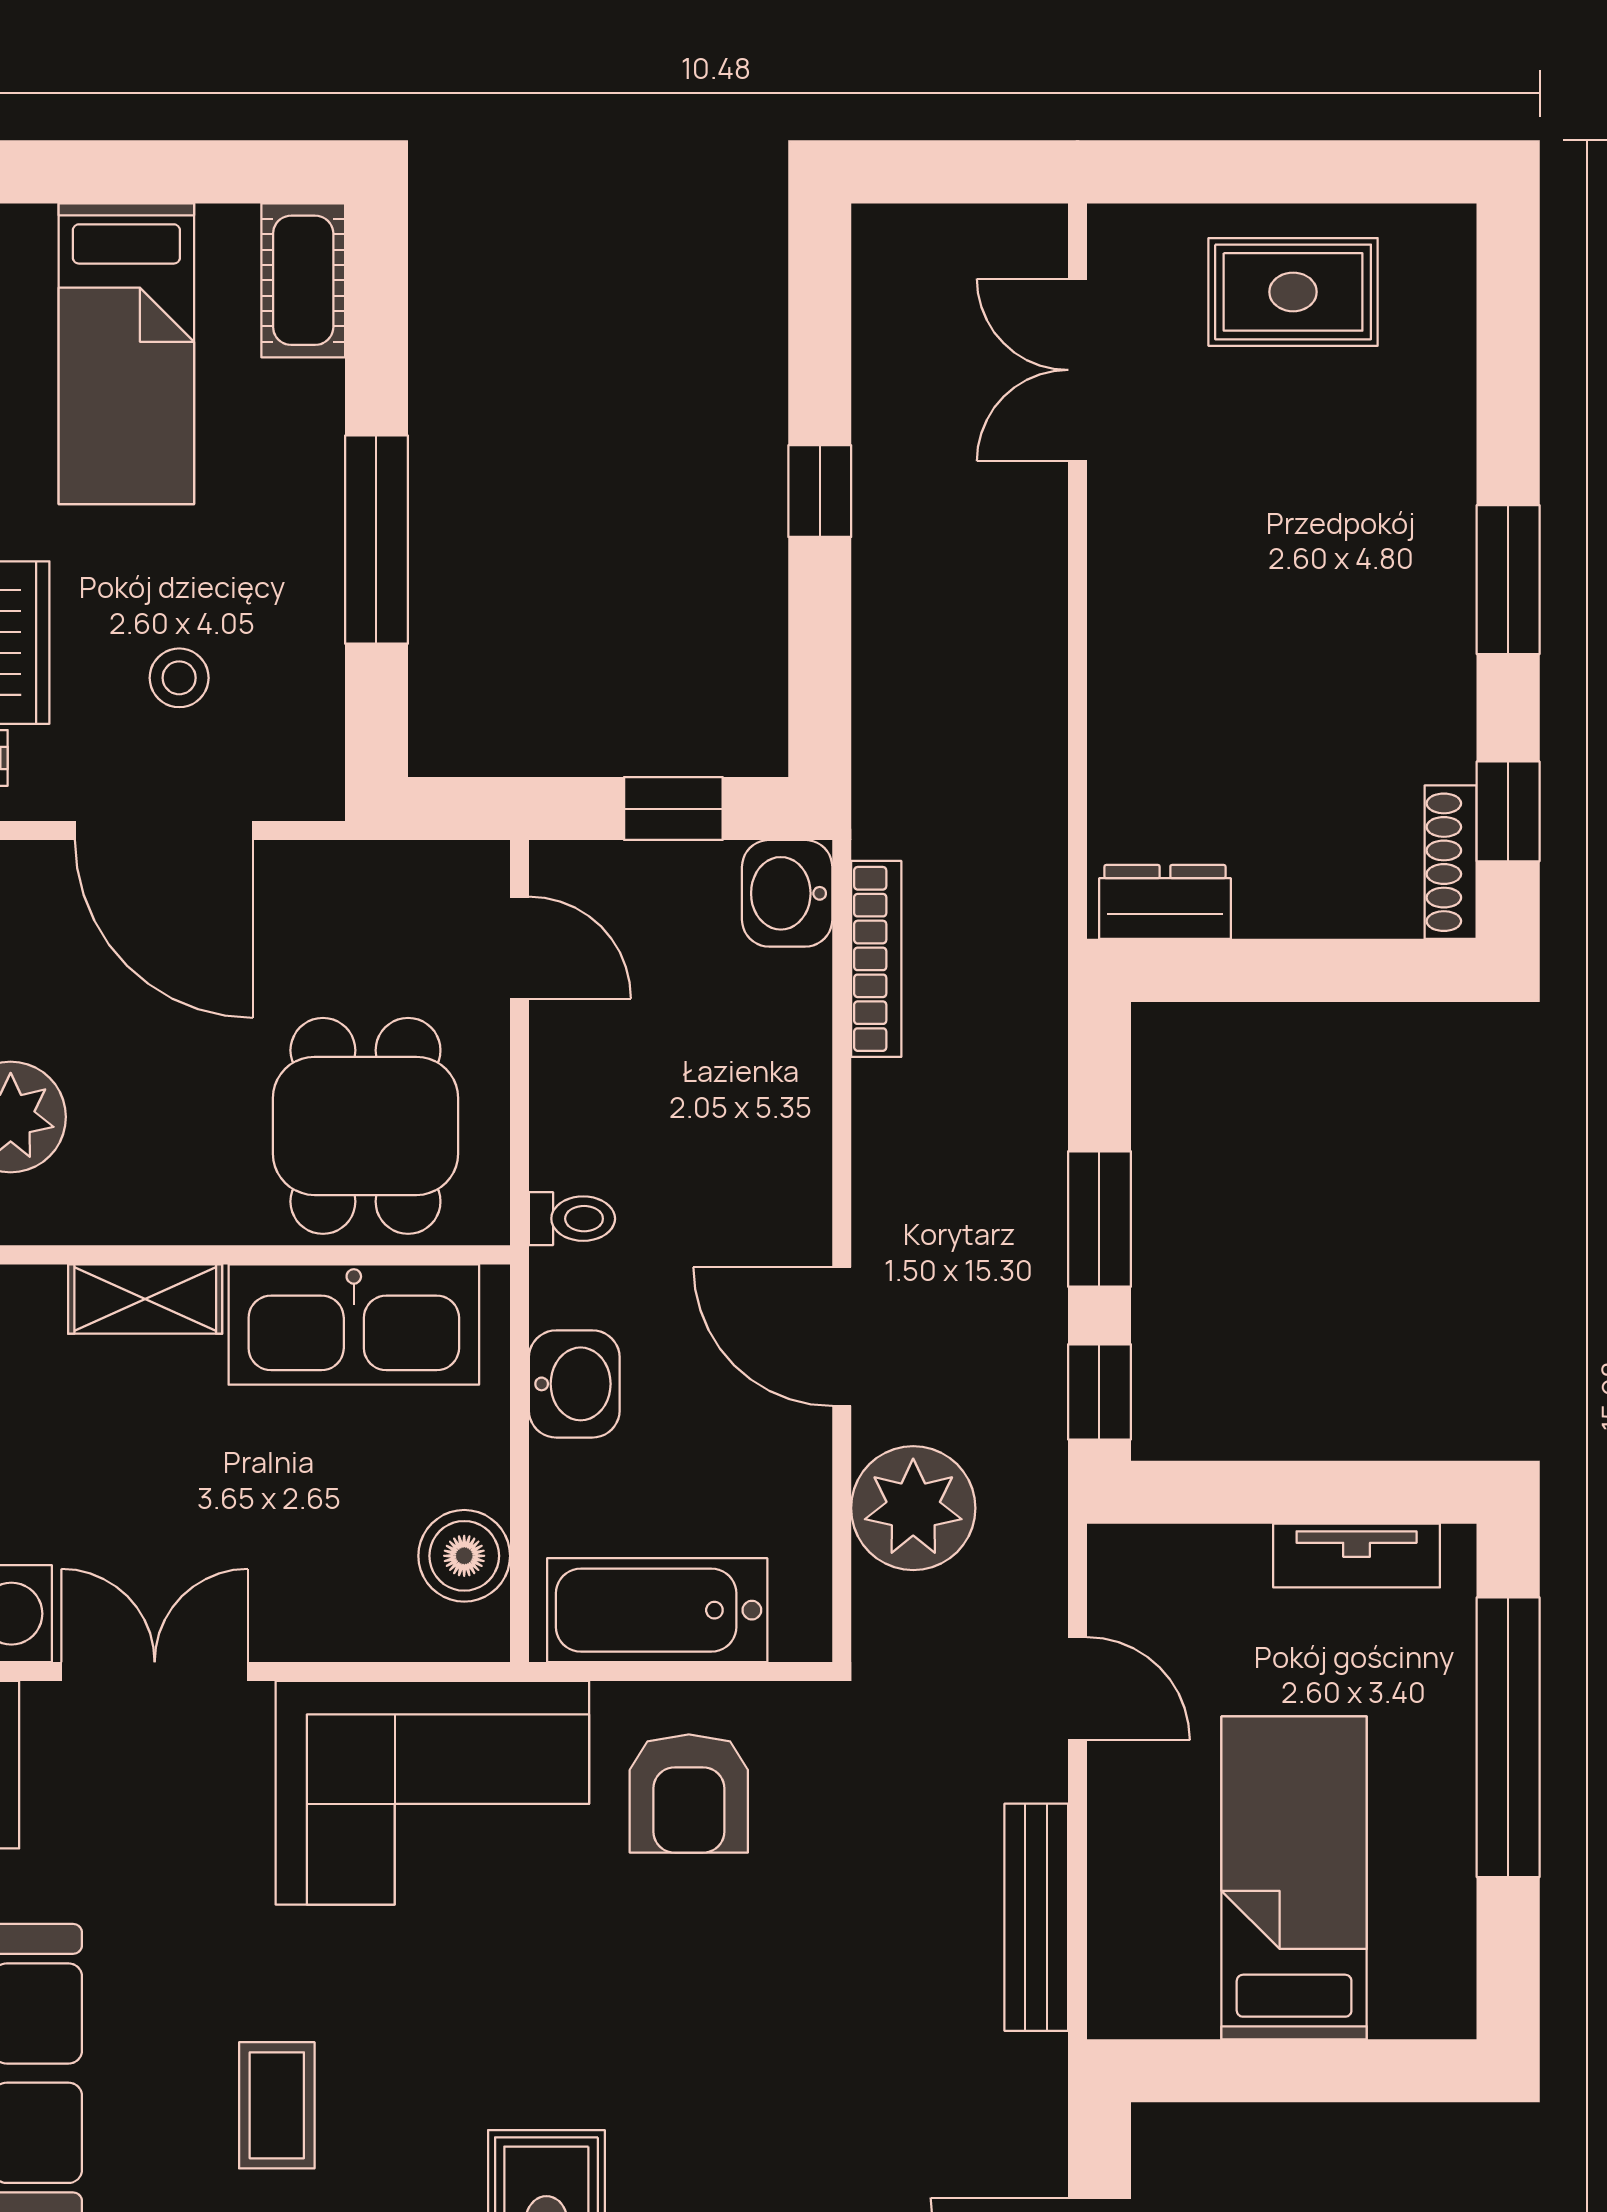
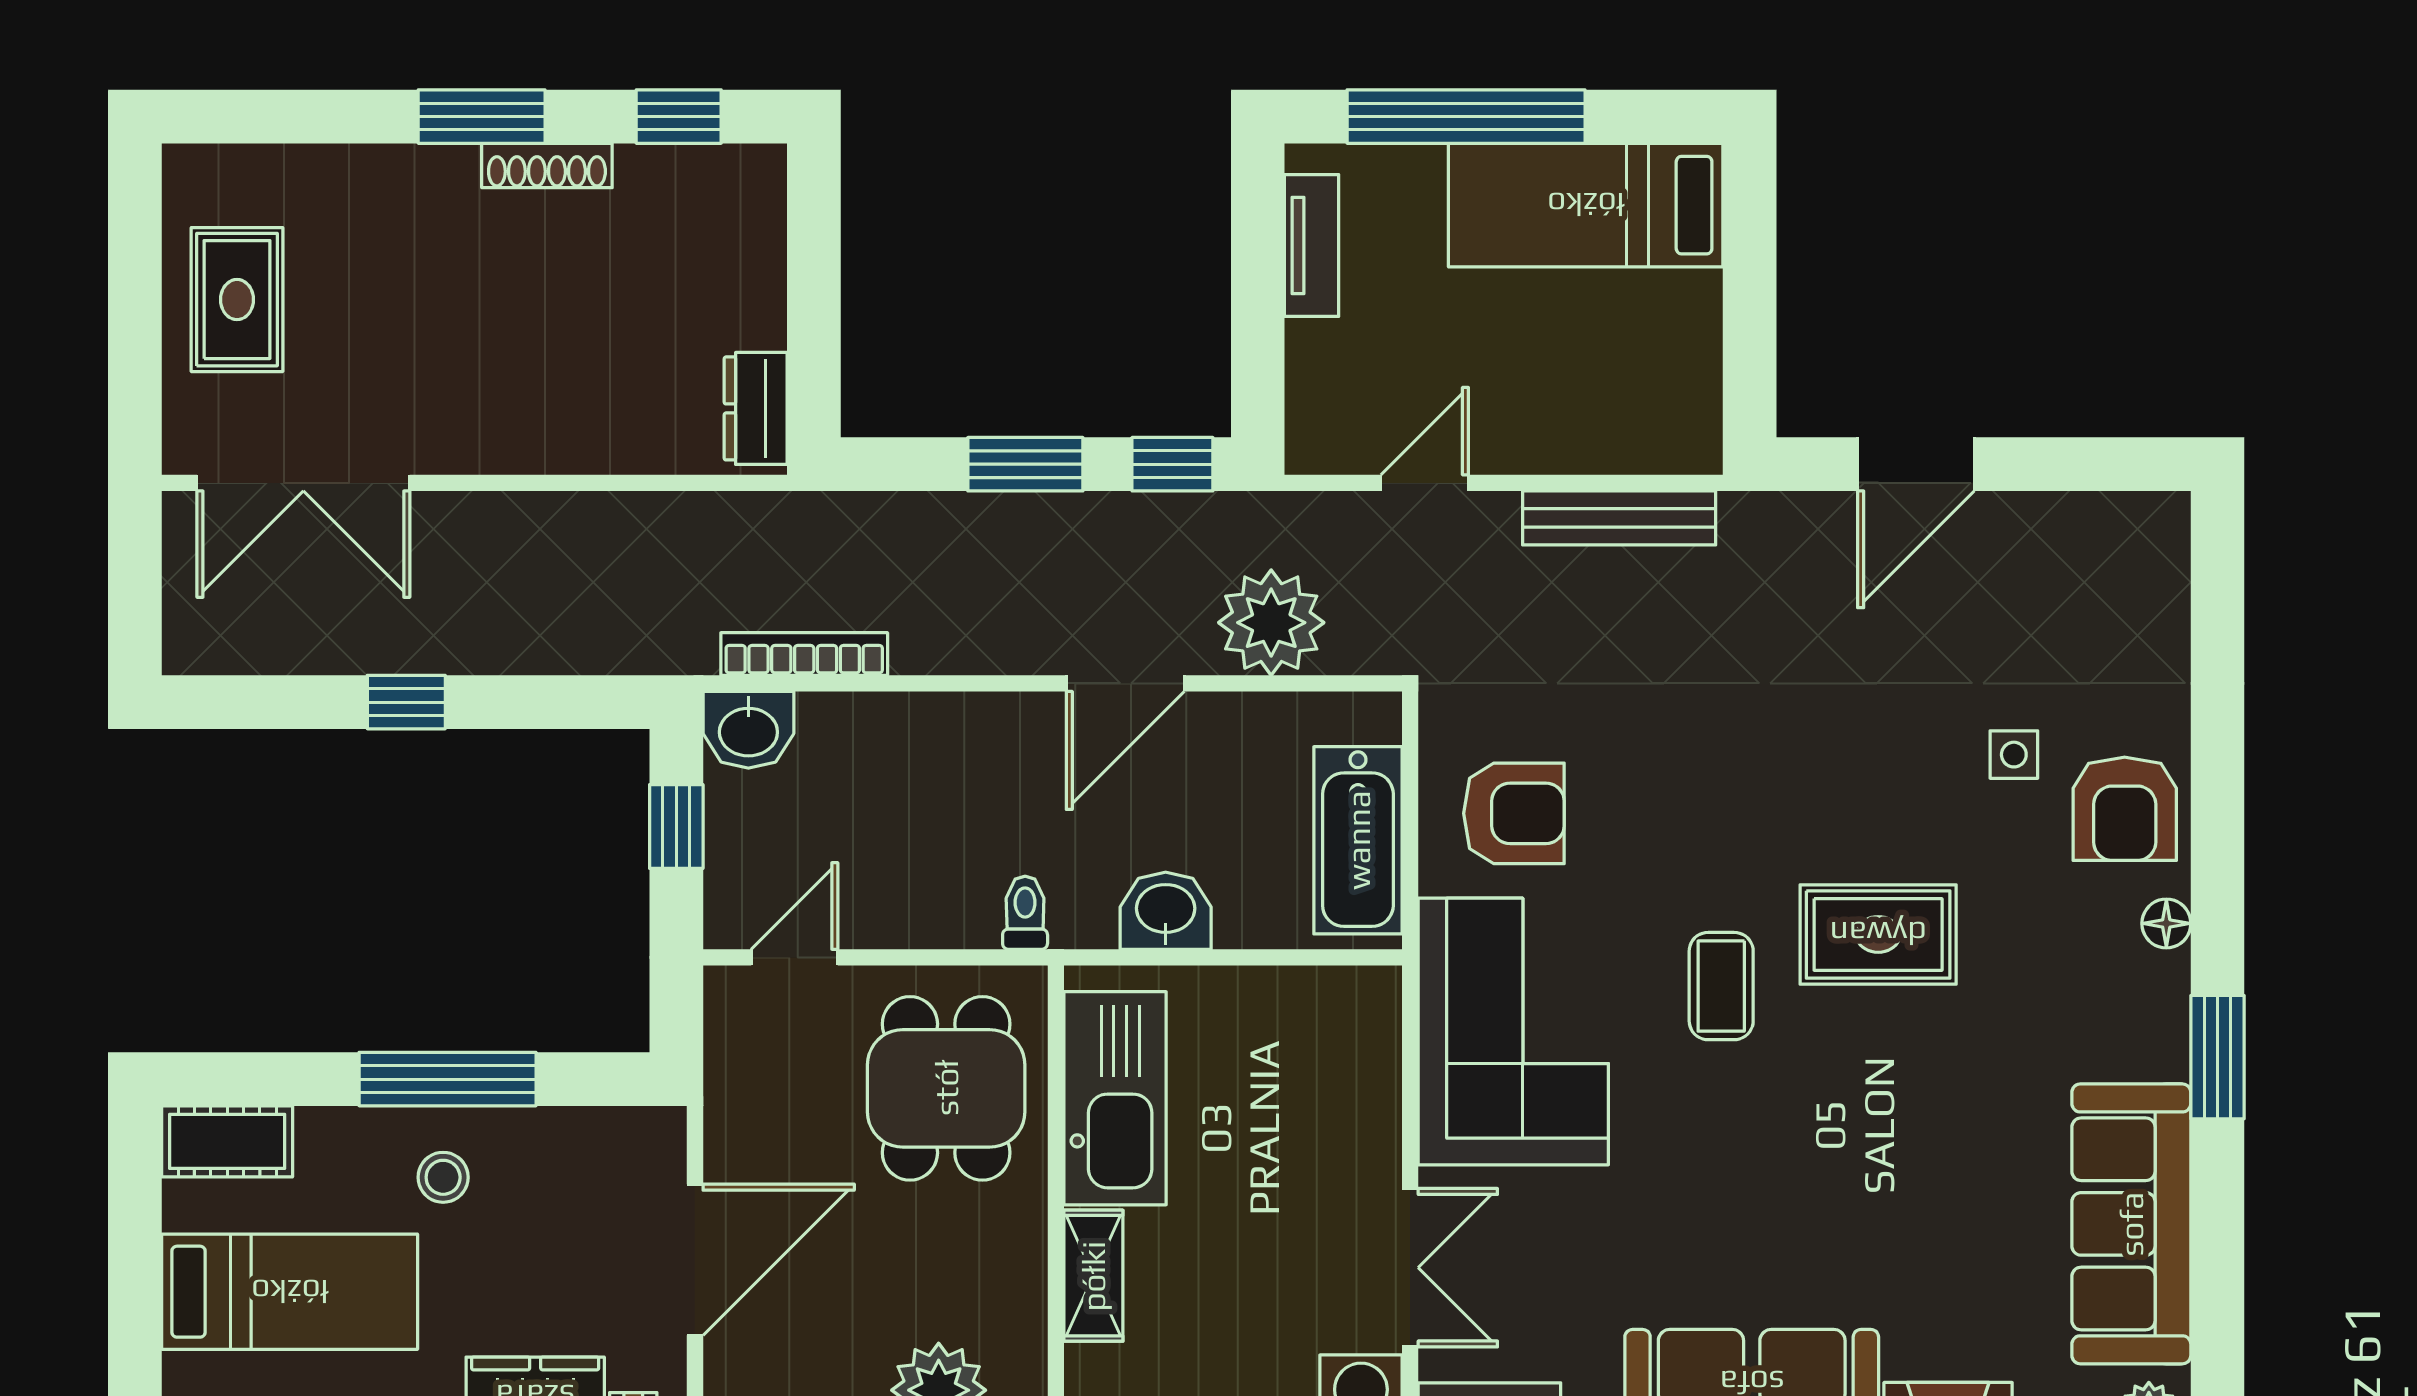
double door: (1077, 370) -> (303, 483), width x1.37
stool: (179, 678) -> (443, 1177), moved
shoe rack: (1451, 862) -> (547, 166), moved
dining table: (365, 1126) -> (946, 1088), turned 90
boiler: (464, 1556) -> (1312, 1004), removed
double door: (155, 1671) -> (1410, 1268), swing flipped
bed: (1294, 1878) -> (1586, 205), moved
coffee table: (277, 2105) -> (1721, 986), moved, turned 90

